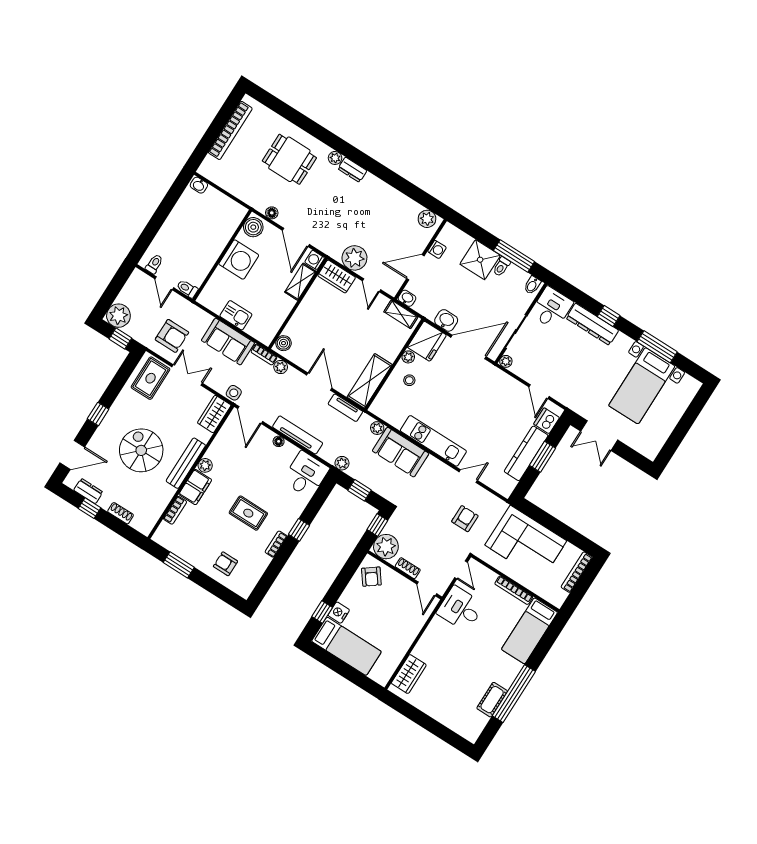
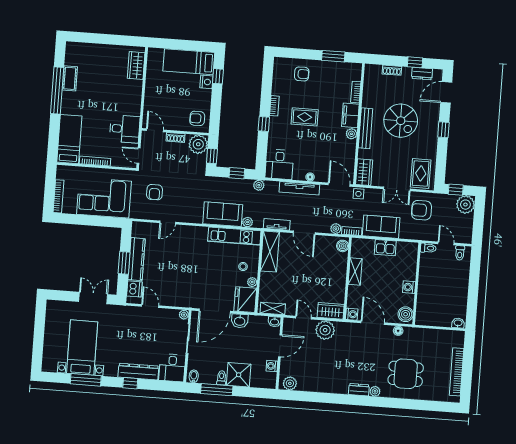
washing machine: (239, 260) -> (409, 287), width x0.53, depth x0.53
shelving: (300, 282) -> (355, 272), moved
kitchen unit: (433, 441) -> (234, 236), moved
armchair: (371, 577) -> (197, 118), turned -53

